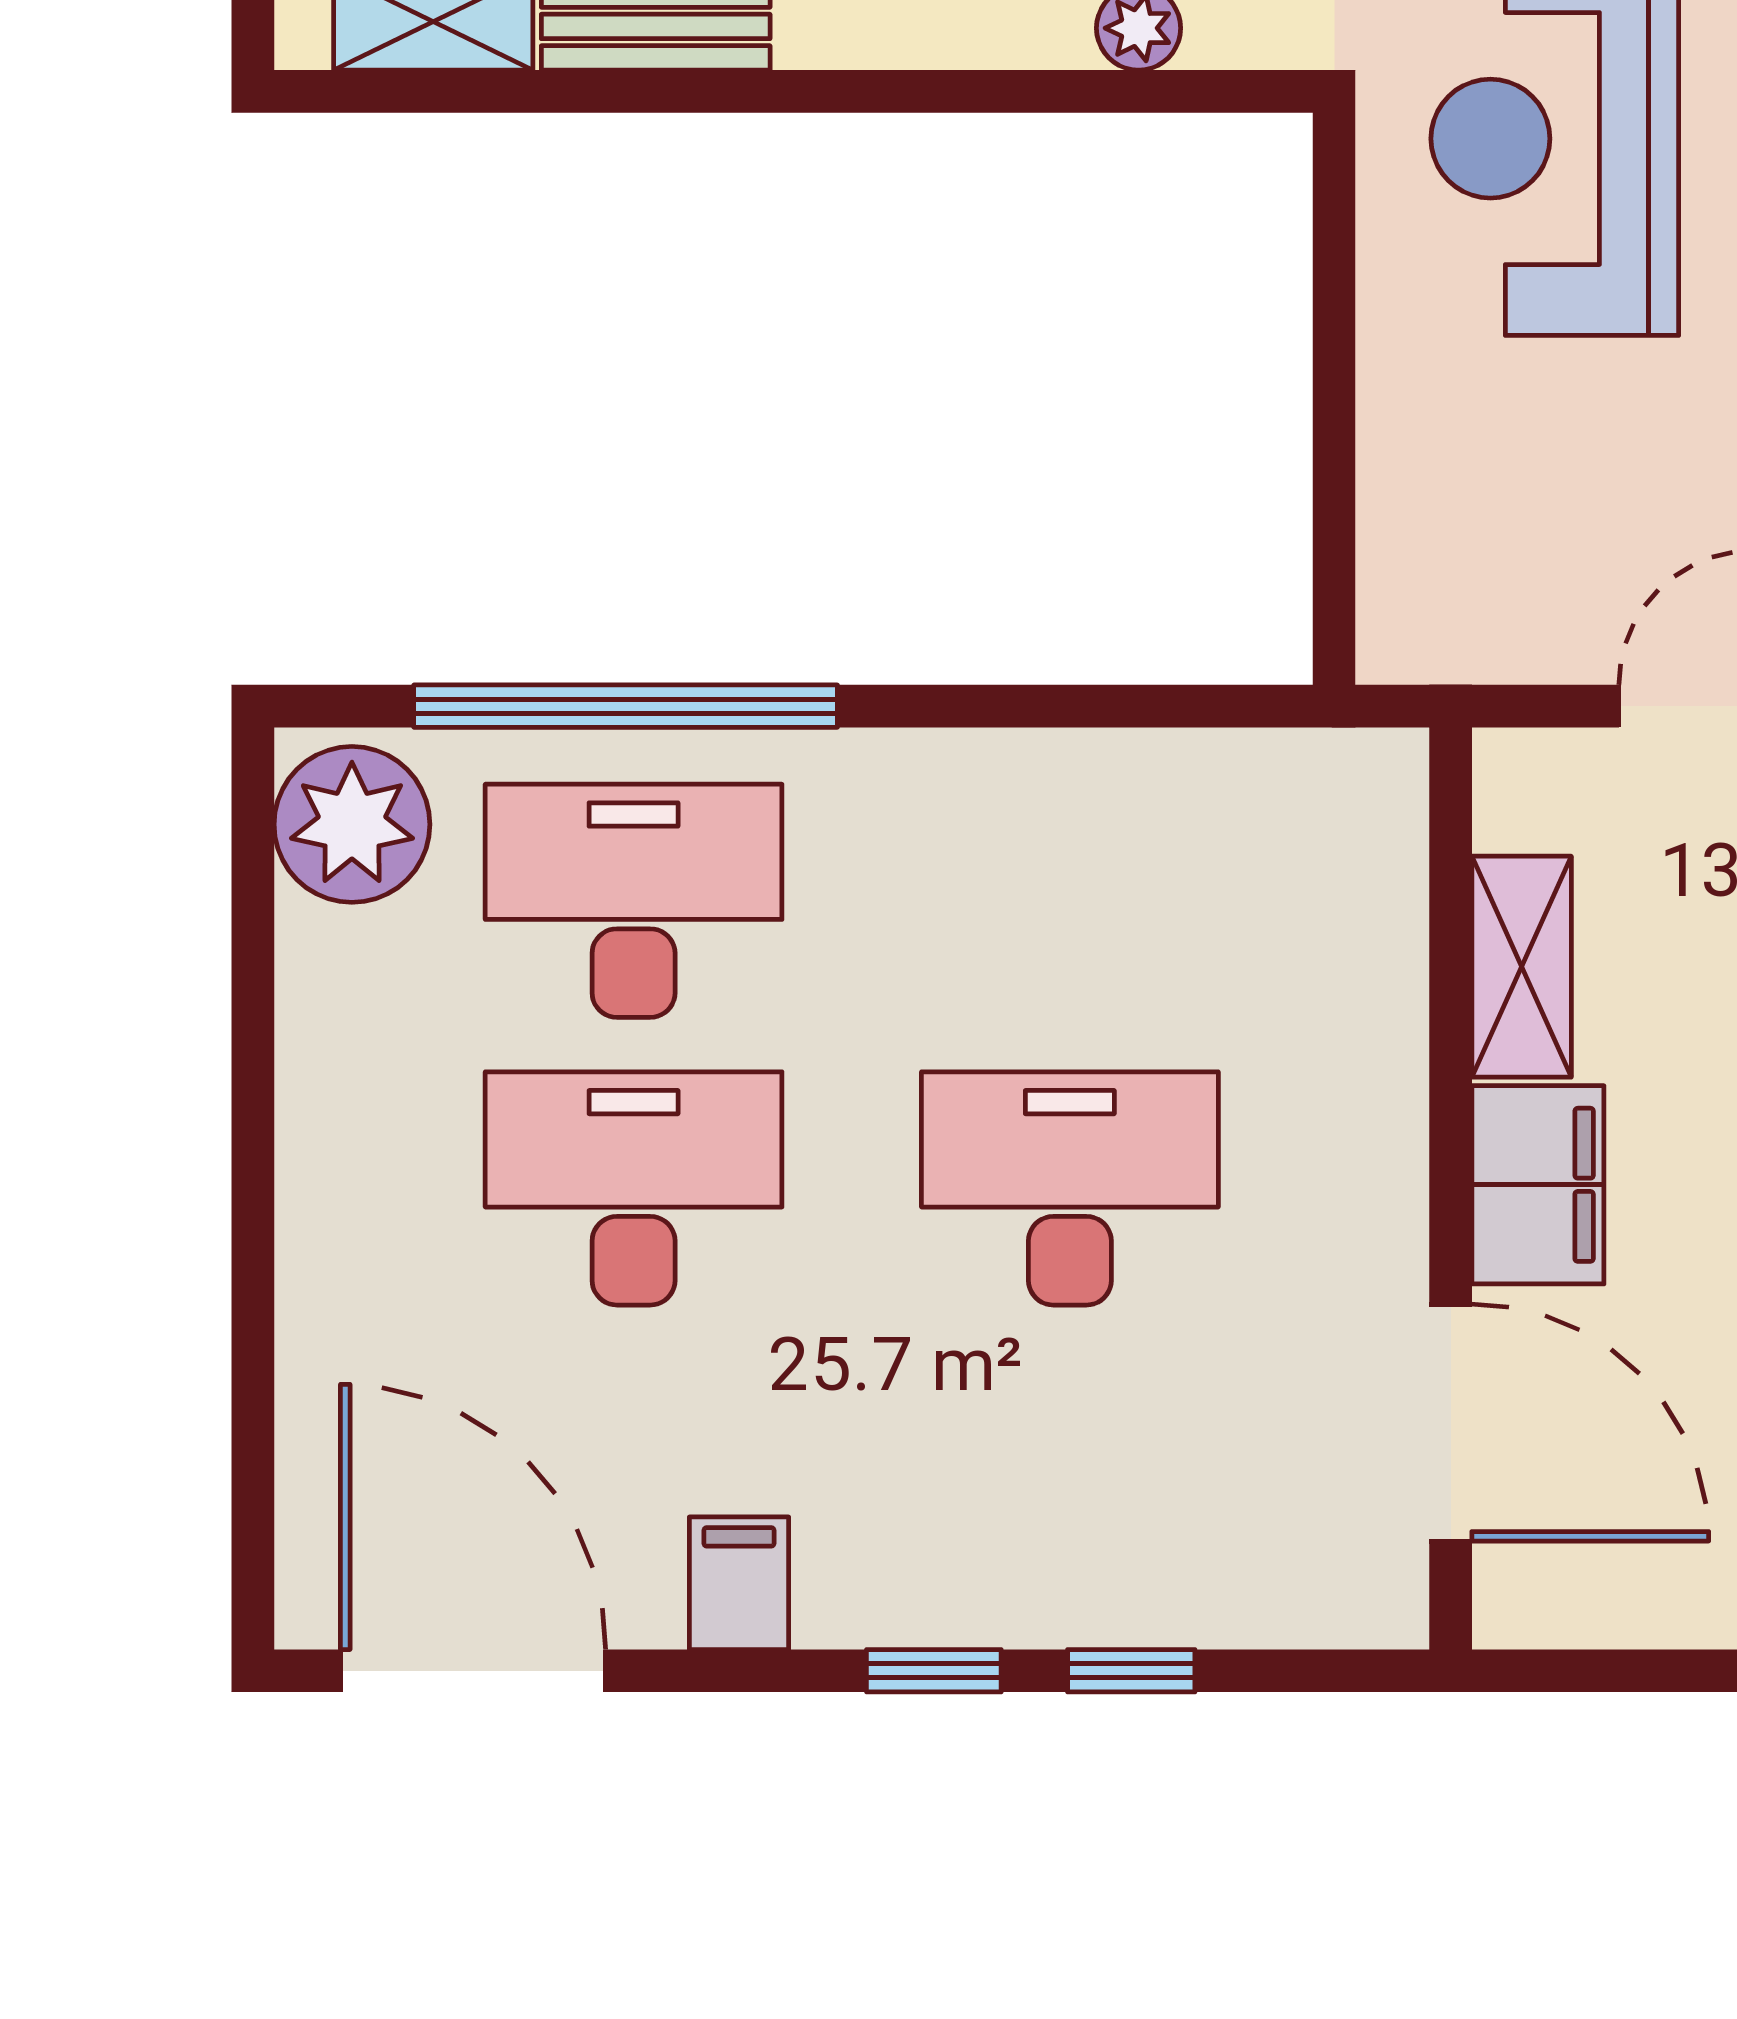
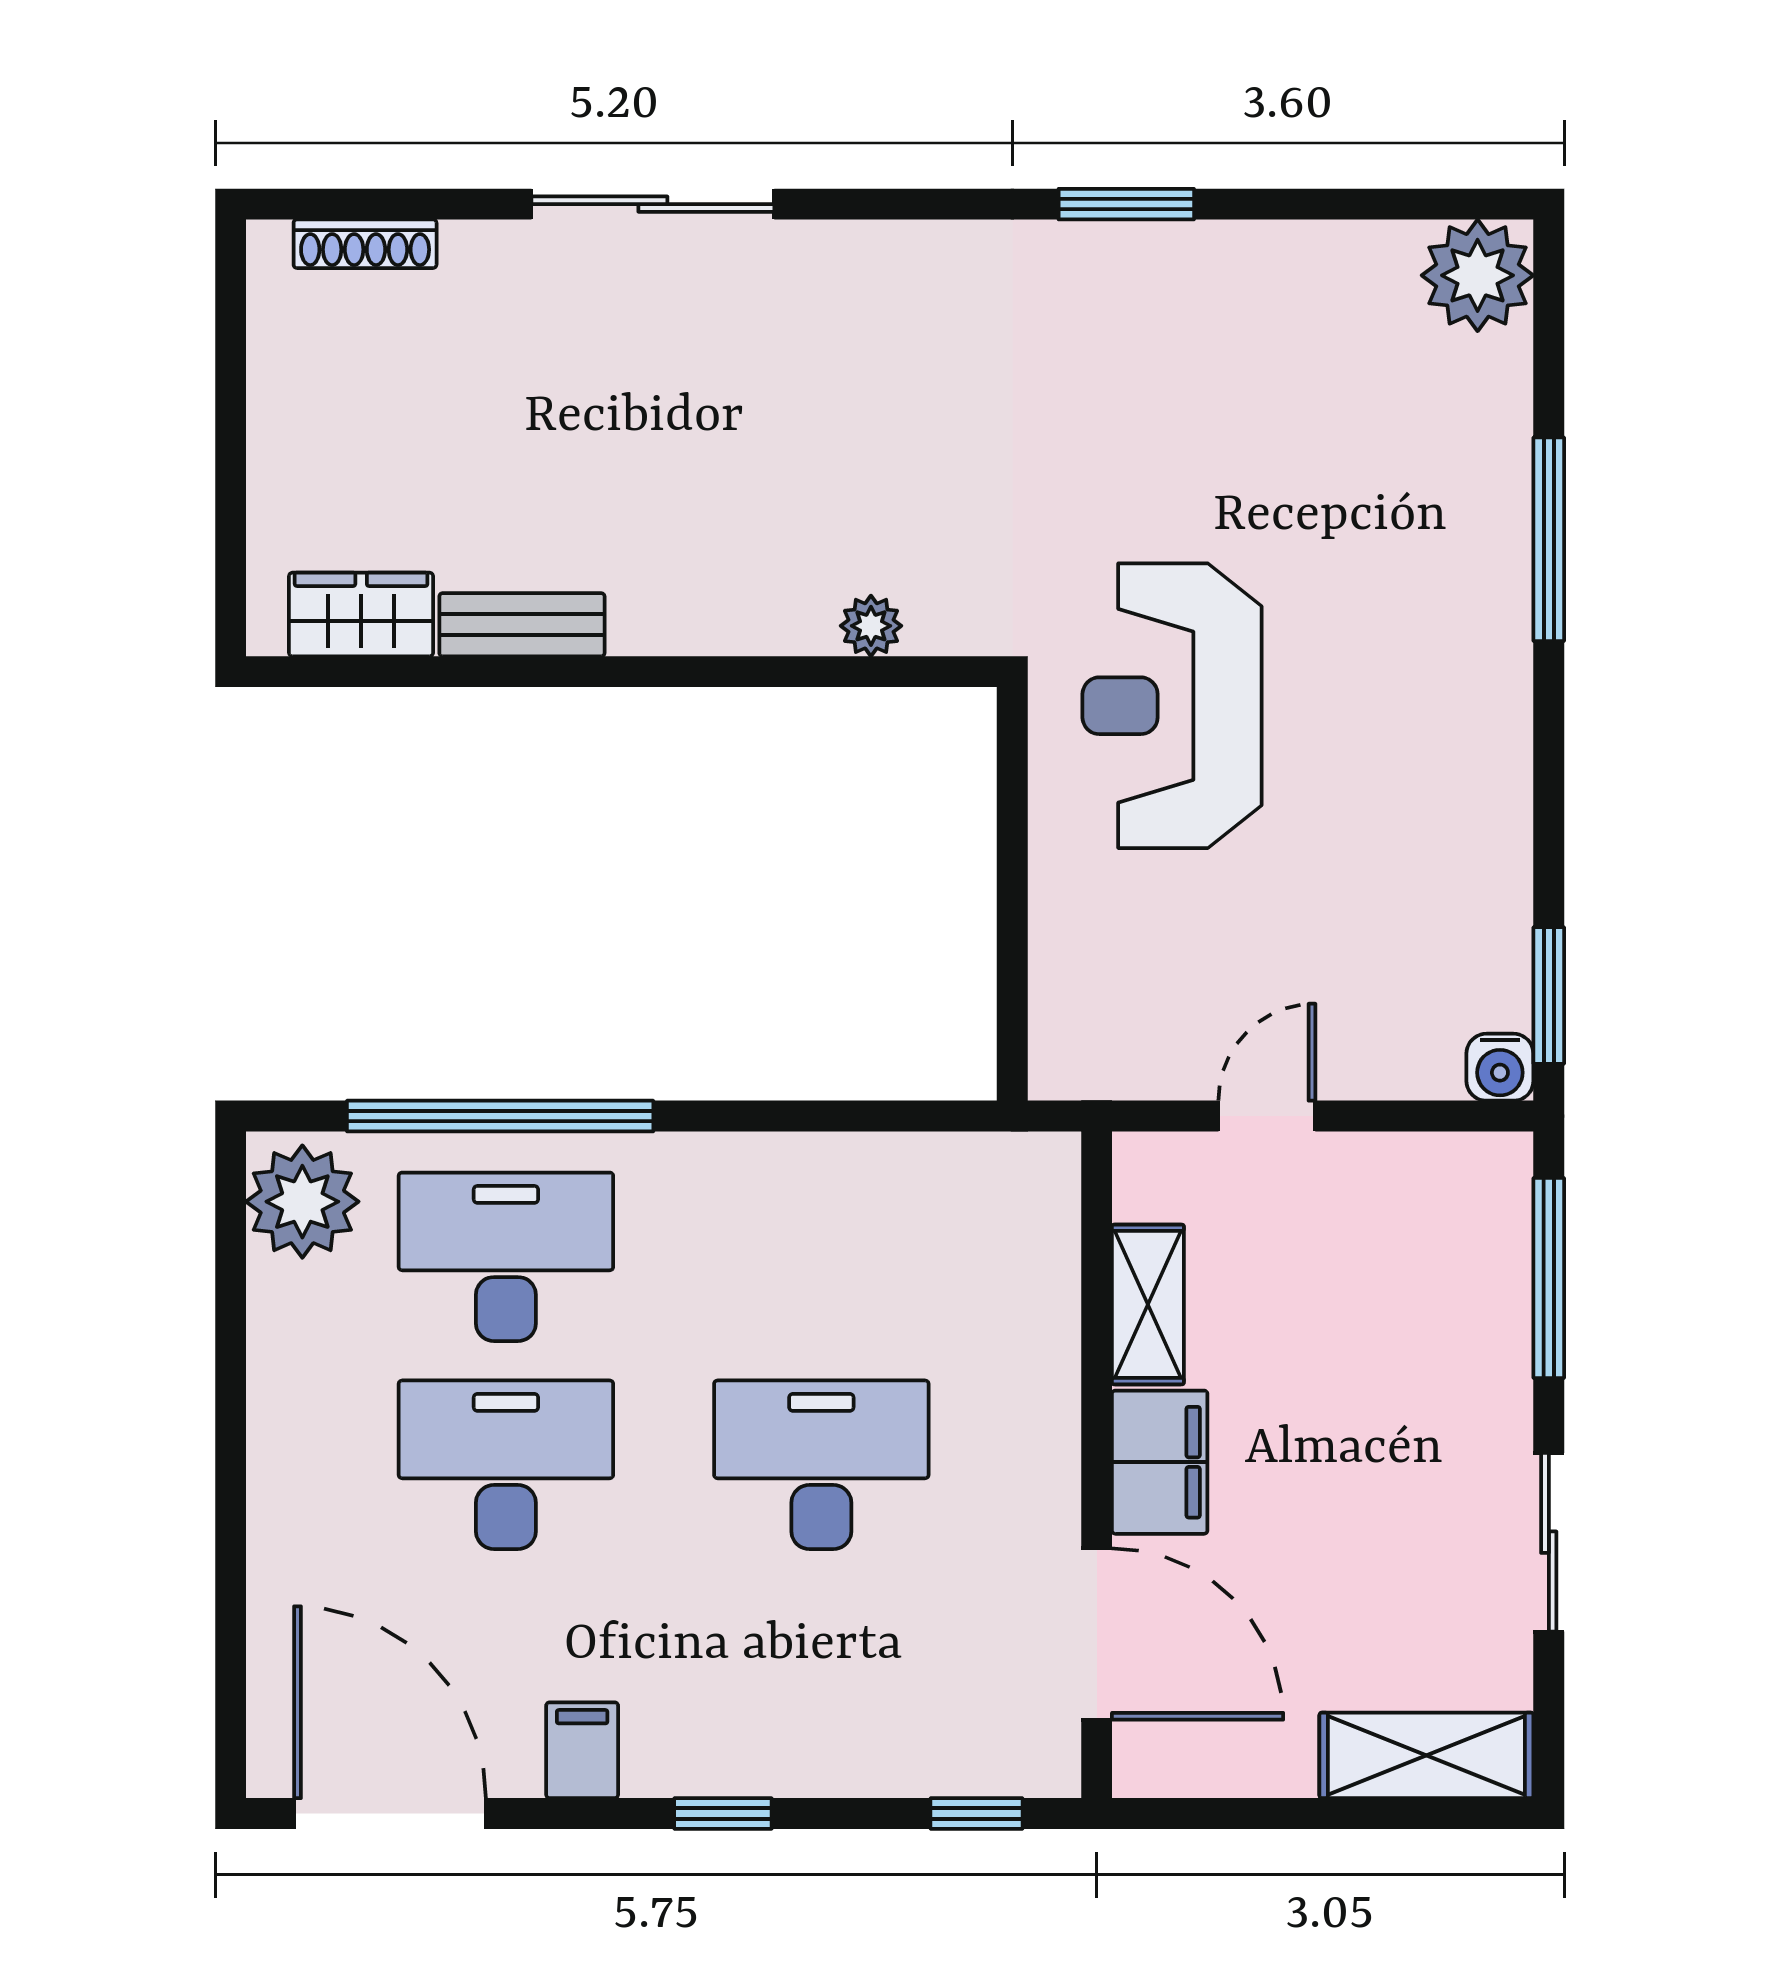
window: (1131, 1671) -> (976, 1813), moved

